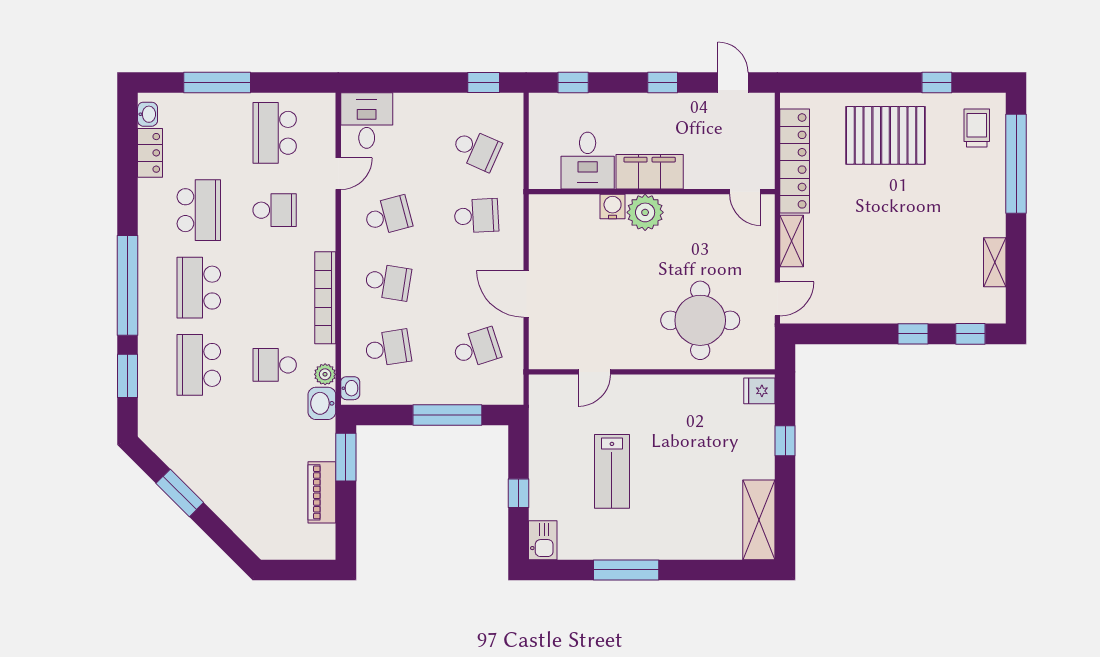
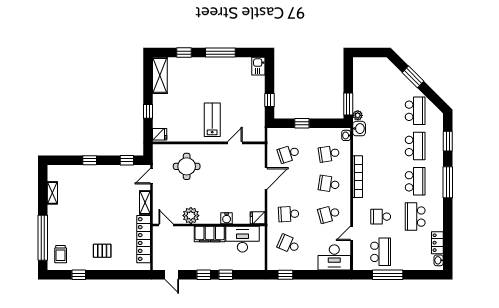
window: (217, 83) -> (388, 275), moved
window: (573, 83) -> (226, 275), moved
desk: (367, 121) -> (334, 257), width x1.37
pallet: (886, 135) -> (102, 251), width x0.49, depth x0.50
desk: (588, 161) -> (242, 239), width x1.37
fridge: (544, 208) -> (258, 218), added
plant: (645, 212) -> (191, 216), moved
window: (128, 285) -> (448, 182), width x0.68
door: (526, 294) -> (266, 178), hinge flipped
round table: (700, 320) -> (187, 166), width x0.73, depth x0.73
window: (970, 334) -> (127, 160), moved
school desk: (275, 365) -> (415, 111), moved, width x1.85
plant: (325, 374) -> (358, 115), moved
window: (447, 415) -> (302, 123), width x0.46
lab bench: (612, 471) -> (212, 120), moved
piano: (322, 492) -> (359, 88), removed
window: (180, 493) -> (413, 77), moved
window: (518, 493) -> (269, 100), moved
window: (706, 570) -> (184, 53), added

